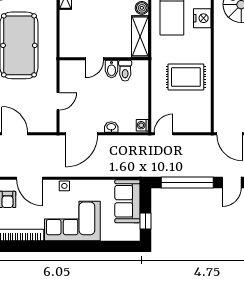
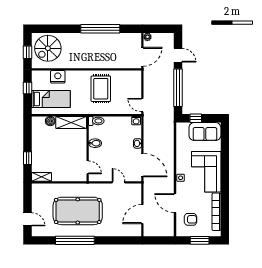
door: (95, 59) -> (88, 167), moved
toilet: (125, 71) -> (96, 121), moved
door: (30, 178) -> (175, 203), swing flipped
sofa: (127, 201) -> (205, 132), moved
window: (146, 221) -> (196, 118), moved

